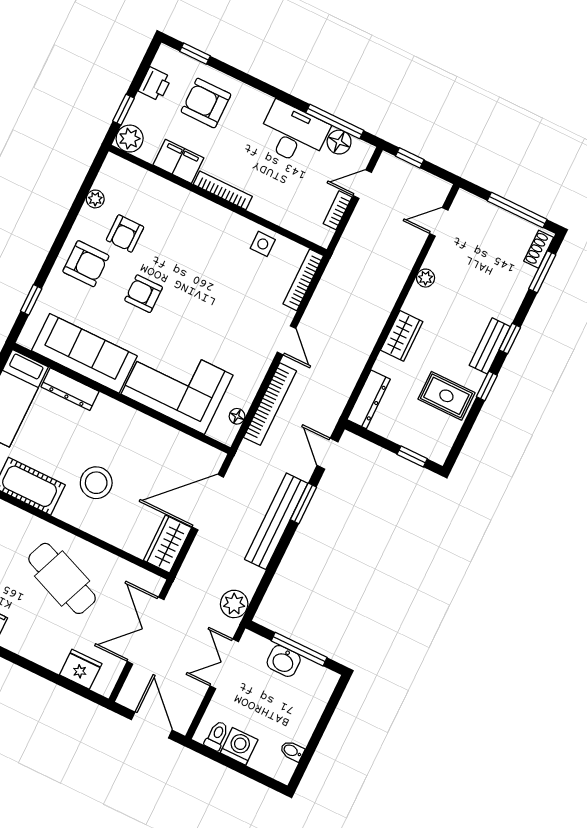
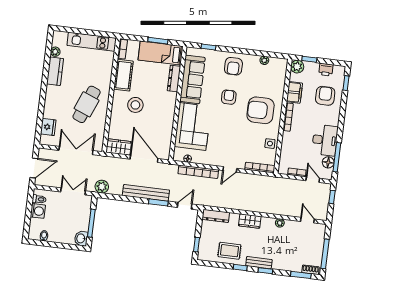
armchair: (125, 233) -> (261, 110), moved, width x1.88, depth x1.88
rug: (446, 396) -> (229, 251), turned 90
washbasin: (284, 661) -> (81, 238), moved

